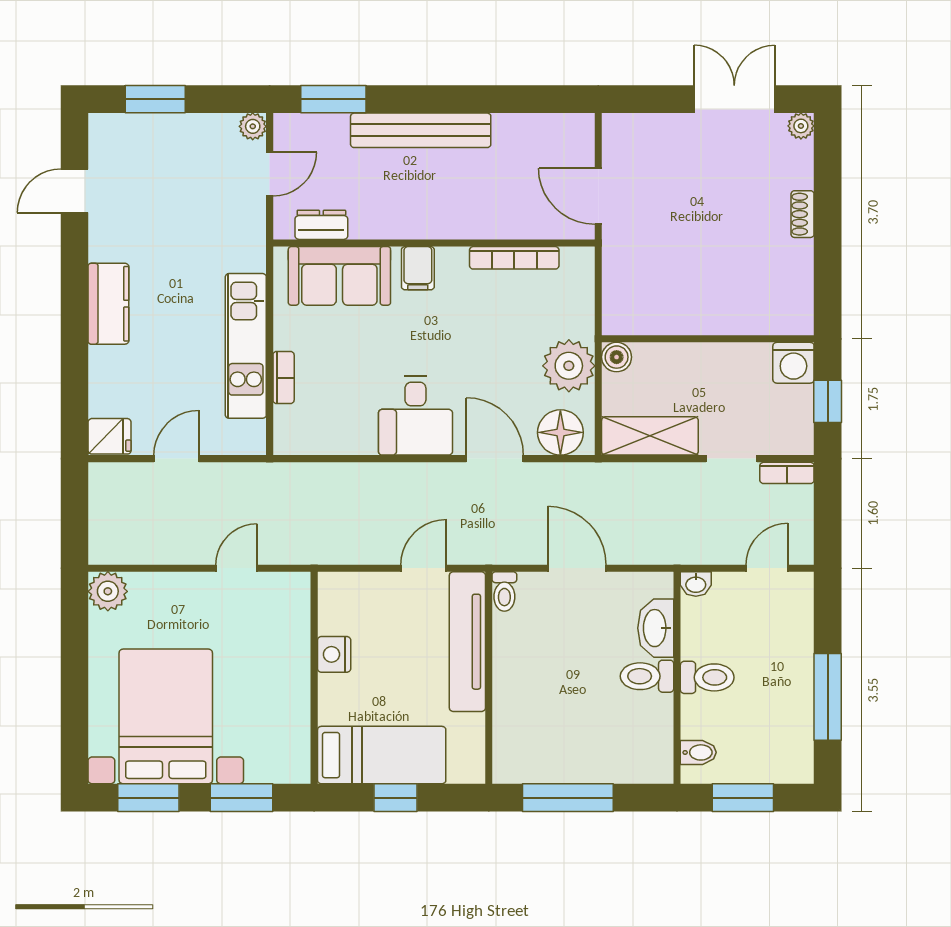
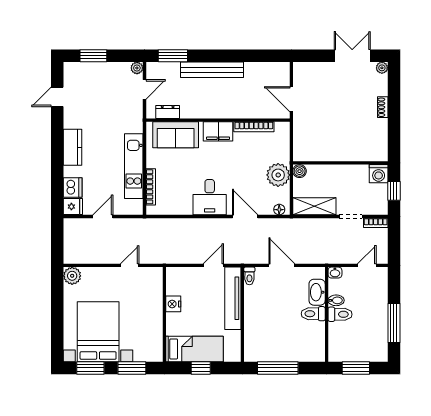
filing cabinet: (418, 268) -> (218, 131), width x2.00
bookcase: (284, 378) -> (151, 187), width x1.56
dishwasher: (109, 394) -> (73, 187), added
floor lamp: (560, 432) -> (279, 210), width x0.53, depth x0.53
bidet: (698, 752) -> (336, 300), moved

